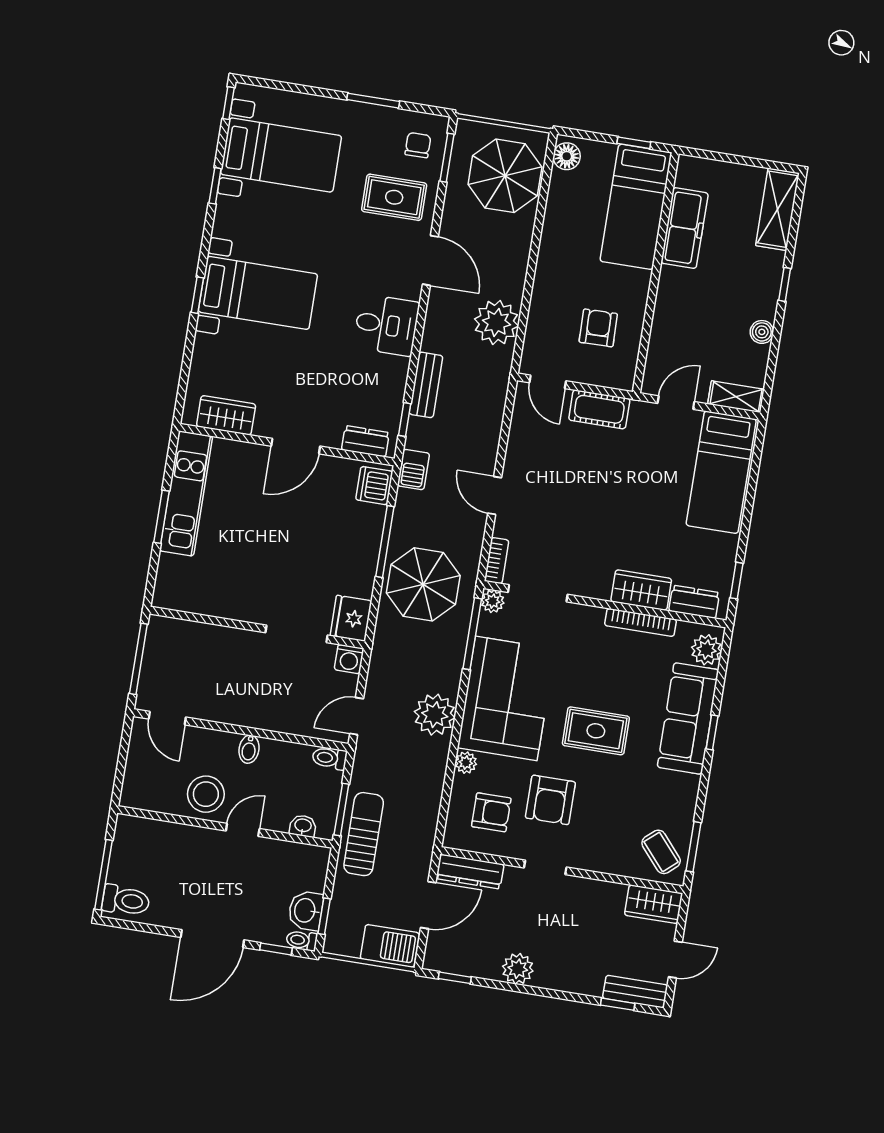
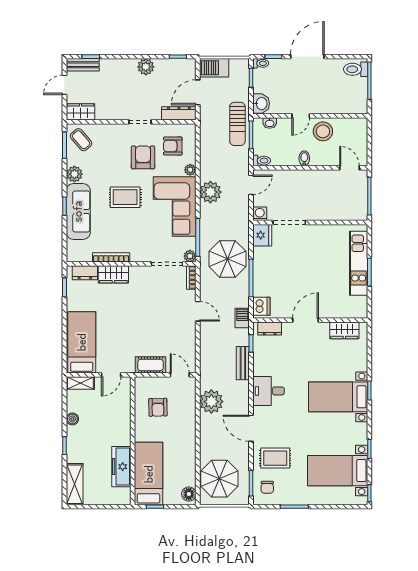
kitchen unit: (186, 494) -> (359, 263), moved
plant: (706, 650) -> (74, 174), moved
washbasin: (306, 910) -> (261, 104), moved

